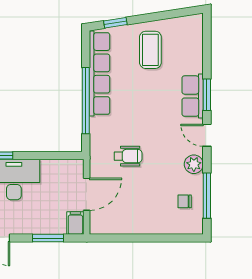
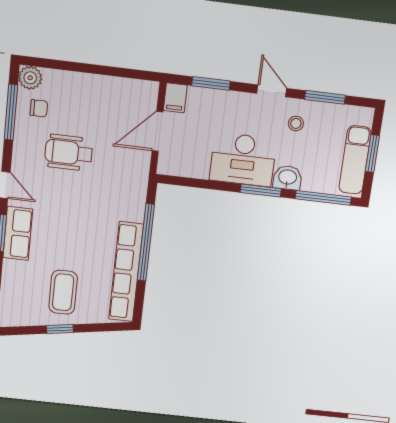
window: (115, 23) -> (60, 329), moved
wheelchair: (128, 156) -> (69, 153), moved, width x1.36, depth x1.37
plant: (194, 164) -> (30, 78), moved

